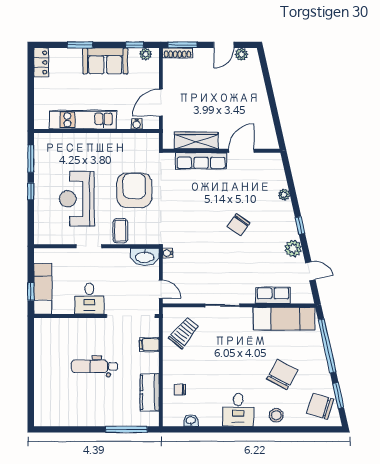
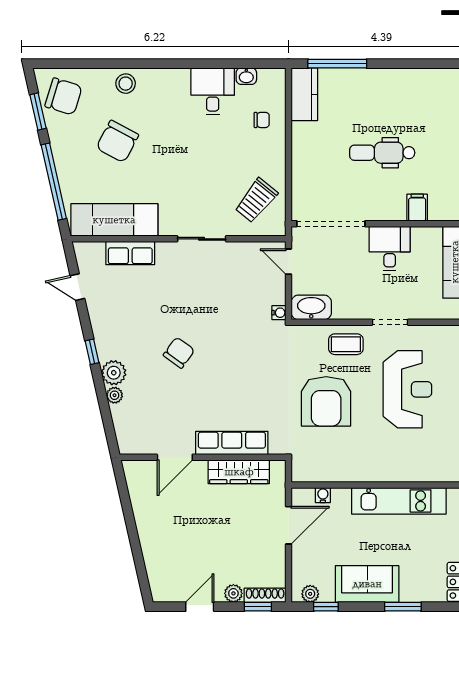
window: (183, 45) -> (258, 607), width x0.67
plant: (241, 54) -> (233, 593), moved
coffee table: (120, 231) -> (346, 344), turned 90
plant: (293, 249) -> (114, 373), moved
filing cabinet: (149, 345) -> (417, 208), moved, turned -90
dental chair: (95, 366) -> (382, 153), turned 180
kitchen counter: (150, 392) -> (304, 94), moved
desk: (238, 410) -> (213, 91), moved

